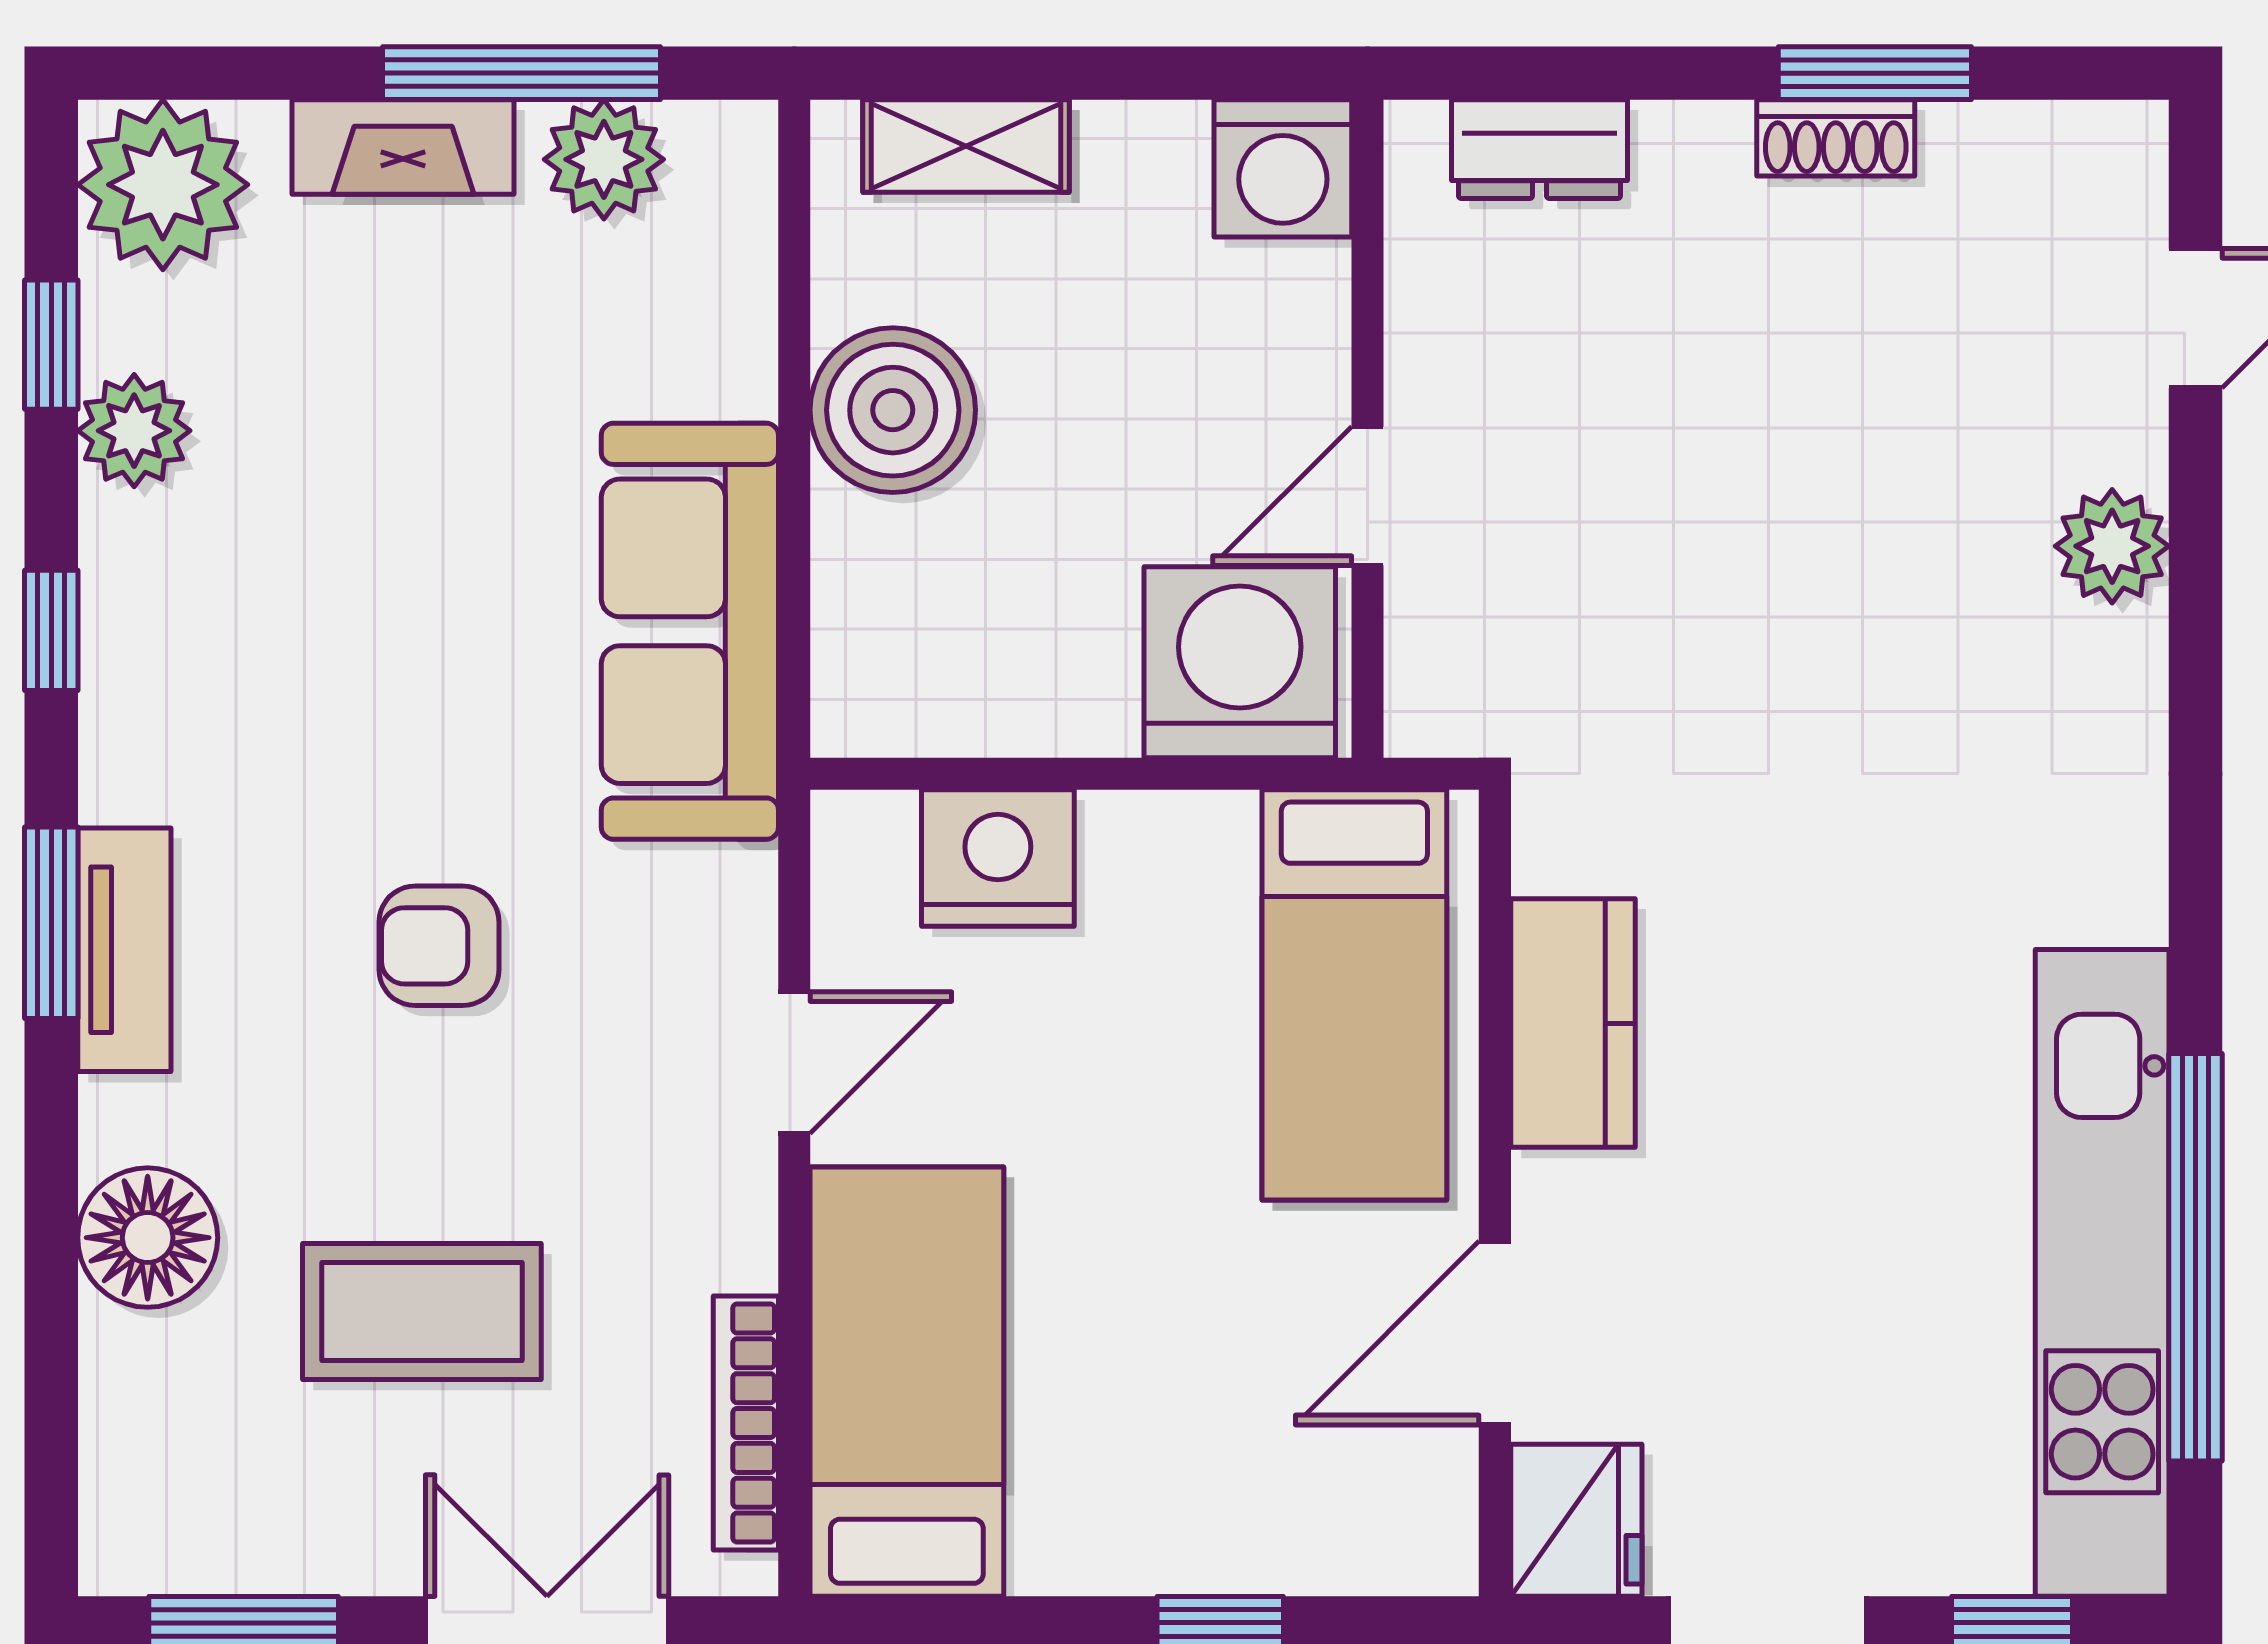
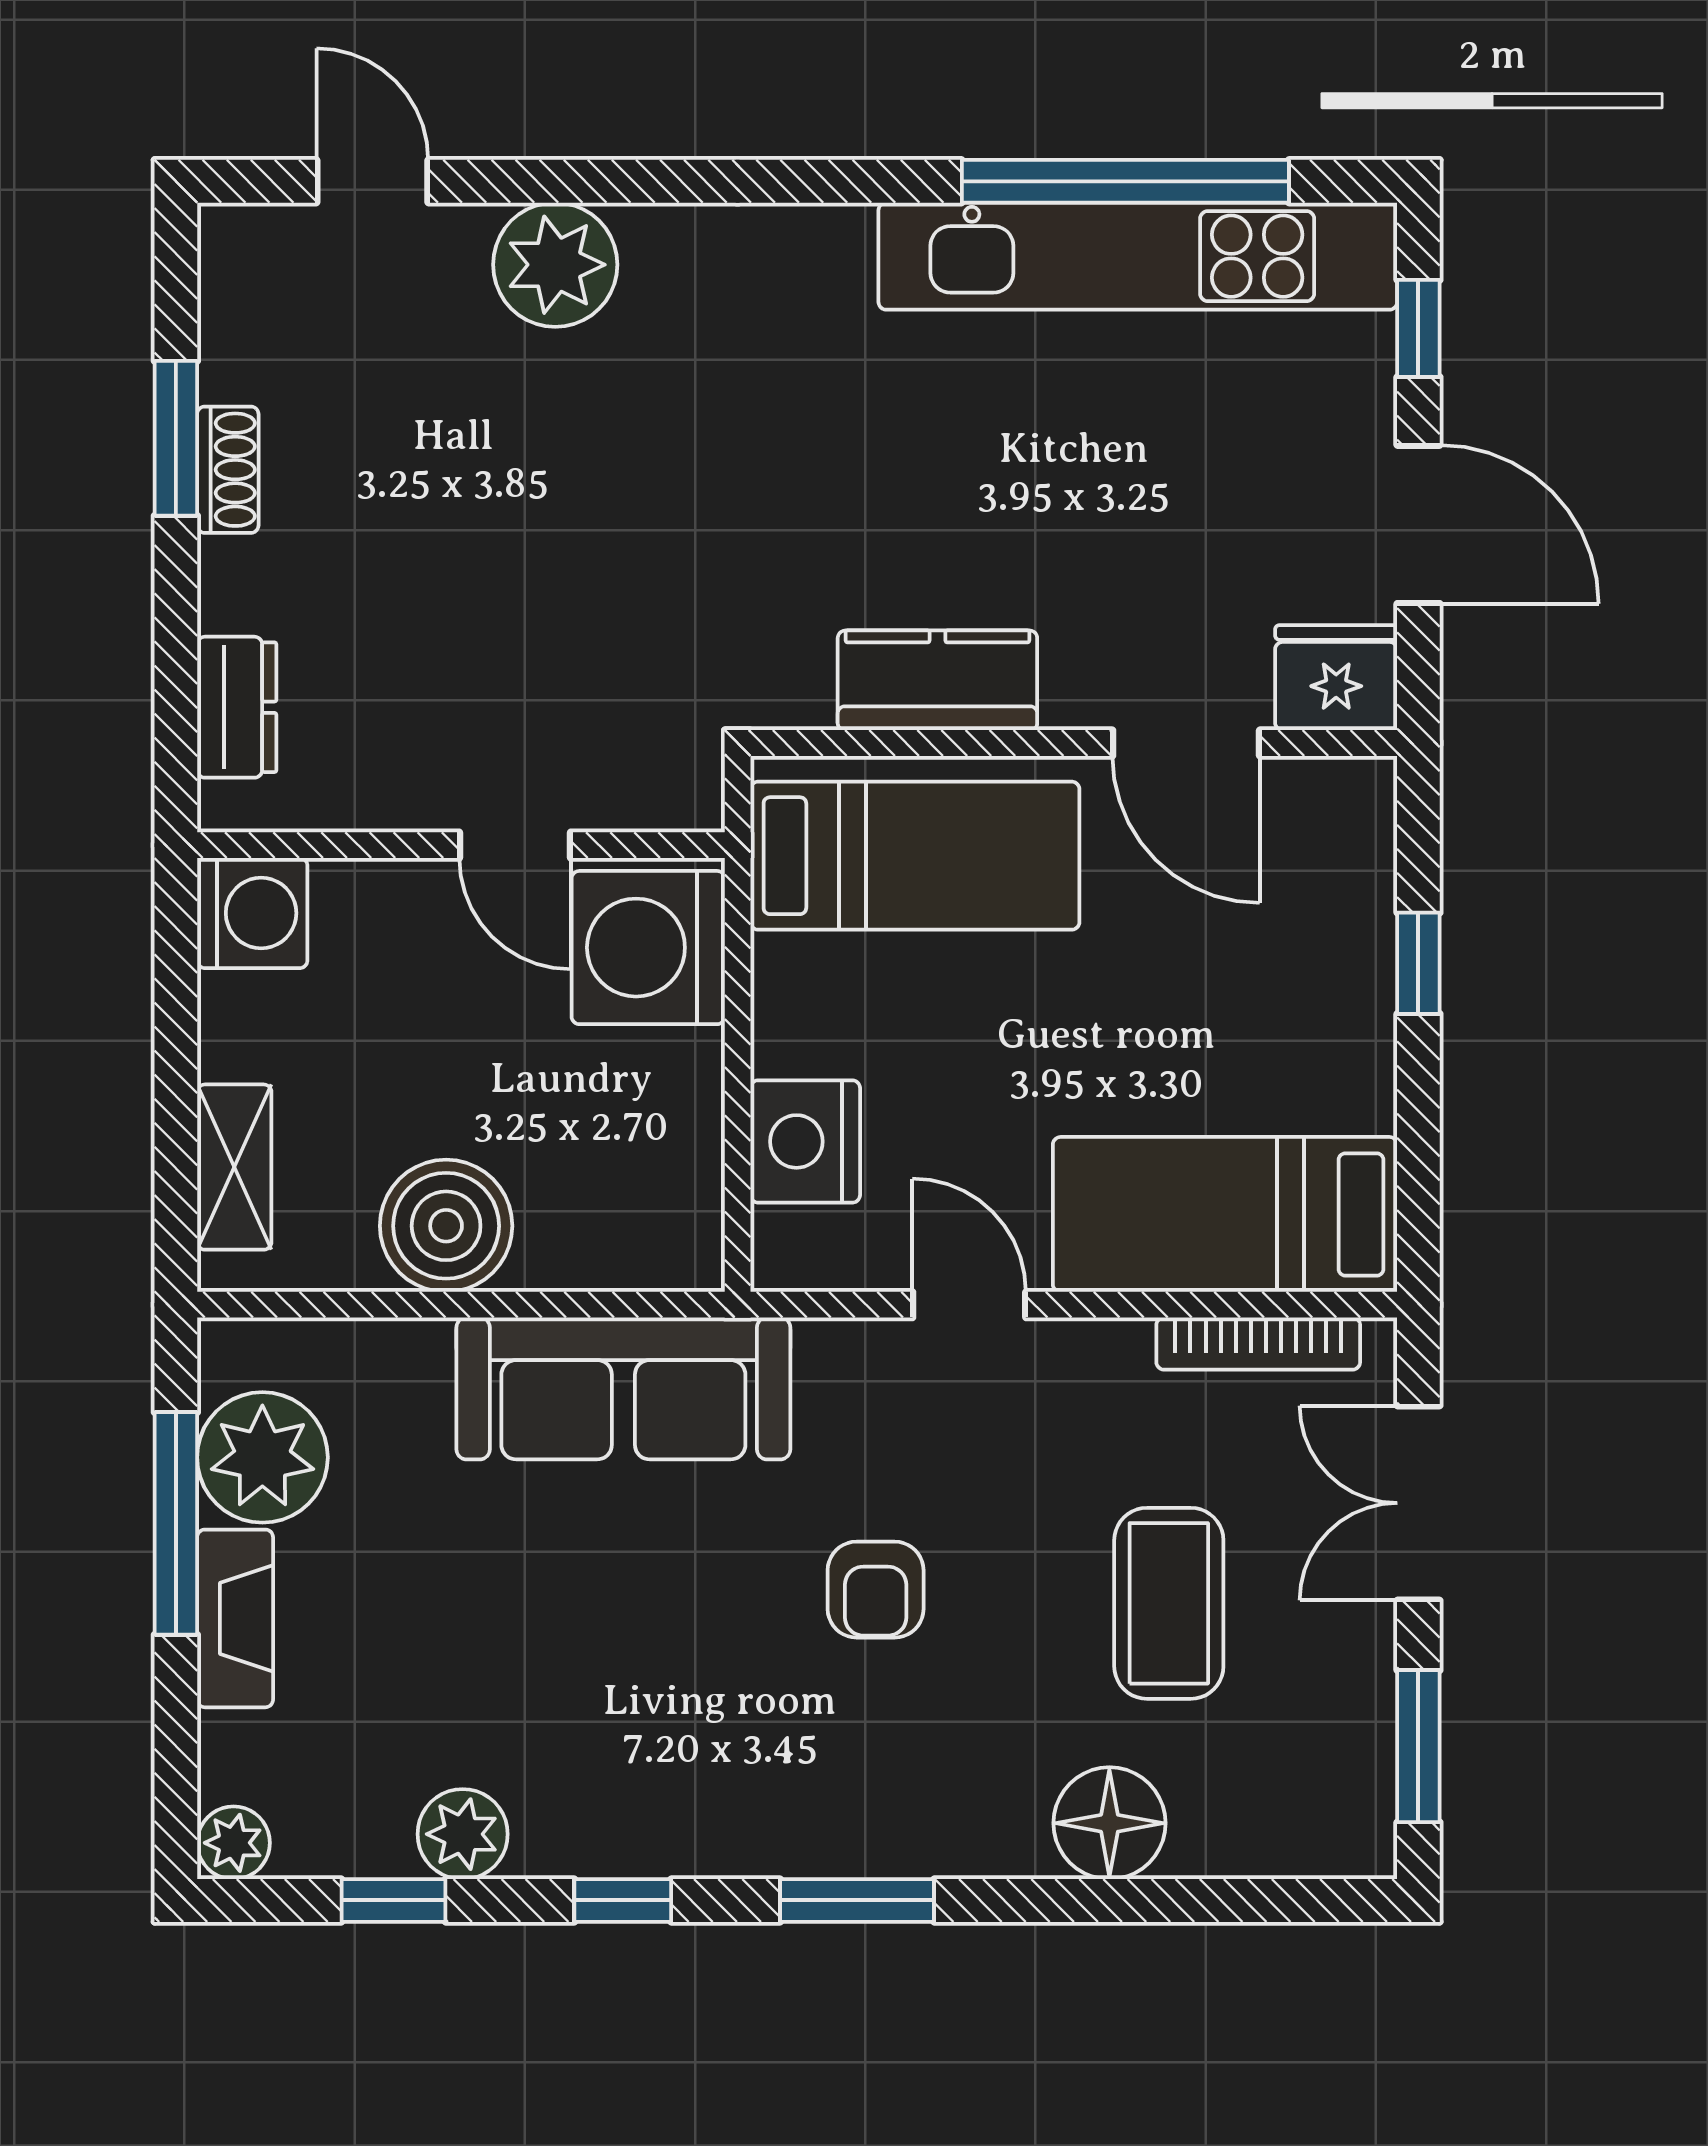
plant: (604, 159) -> (262, 1457), width x1.36, depth x1.36
plant: (163, 185) -> (234, 1843), width x0.53, depth x0.53
plant: (2112, 546) -> (555, 265), width x1.36, depth x1.36
tv unit: (124, 950) -> (879, 1842), removed

